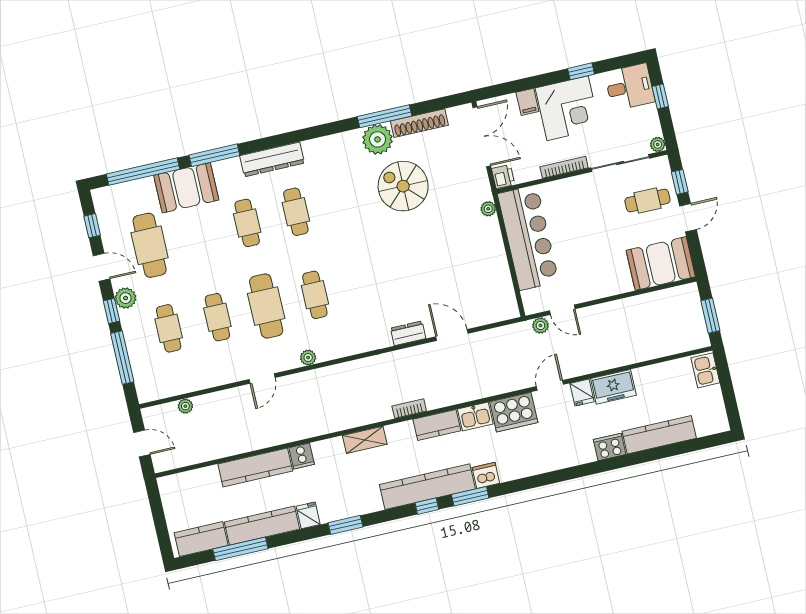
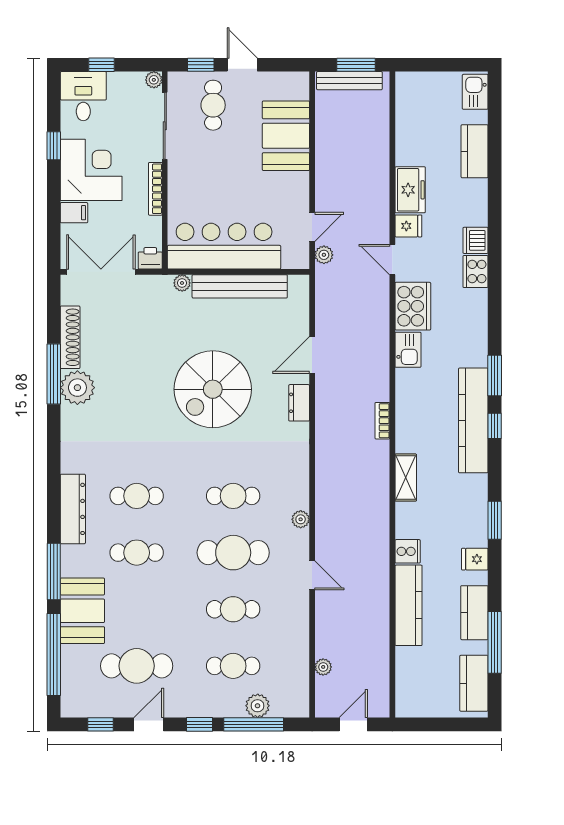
spiral stairs: (403, 186) -> (213, 389), moved, width x1.37, depth x1.37
bench: (497, 259) -> (240, 286), added
booth: (661, 264) -> (286, 136), moved
plant: (126, 298) -> (258, 706), moved
bench: (695, 313) -> (349, 81), added
kitchen sink: (705, 370) -> (475, 92), moved, turned 90
kitchen counter: (437, 425) -> (408, 394), removed
kitchen counter: (659, 435) -> (475, 151), width x0.67
cooker: (610, 447) -> (475, 272), moved
dishwasher: (486, 475) -> (476, 240), moved
kitchen counter: (262, 526) -> (474, 613), width x0.67

